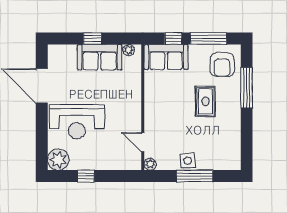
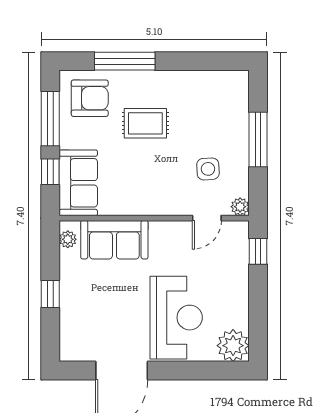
sofa: (100, 57) -> (114, 240), moved, turned 90
side table: (188, 161) -> (208, 169), moved
window: (86, 176) -> (258, 251), moved

